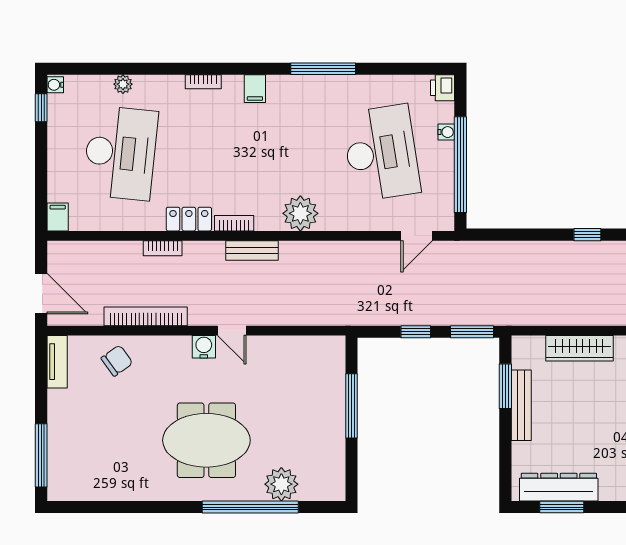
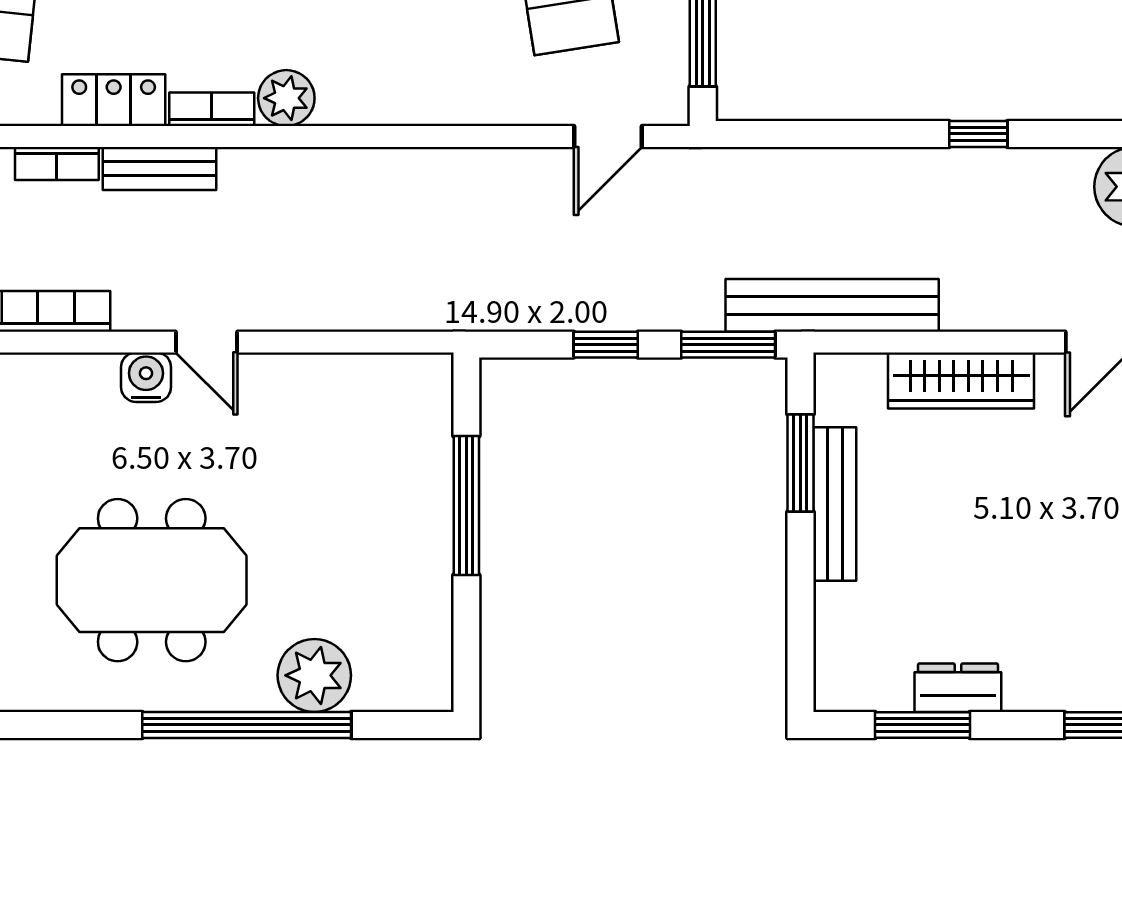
plant: (300, 213) -> (286, 98), moved, width x0.73, depth x0.73
bench: (252, 251) -> (159, 168), moved
bench: (520, 314) -> (832, 305), added
dresser: (559, 487) -> (958, 688), width x0.51, depth x0.80

